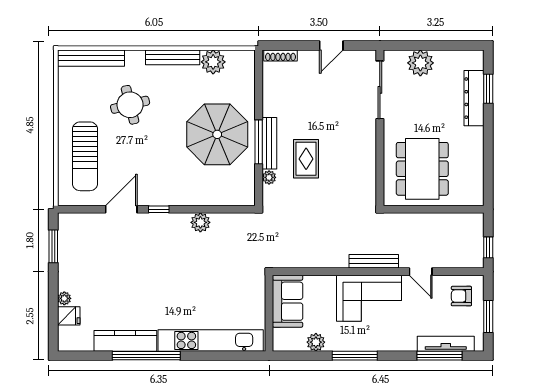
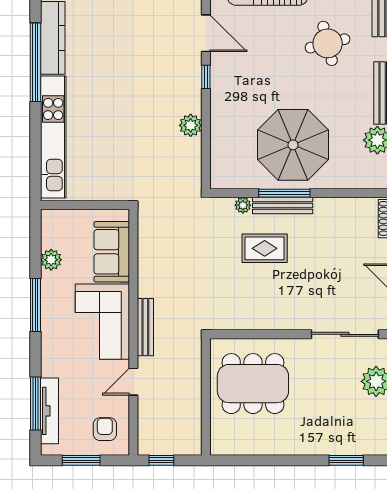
dresser: (474, 98) -> (335, 444), removed
sofa: (288, 301) -> (112, 252), moved, turned 90

